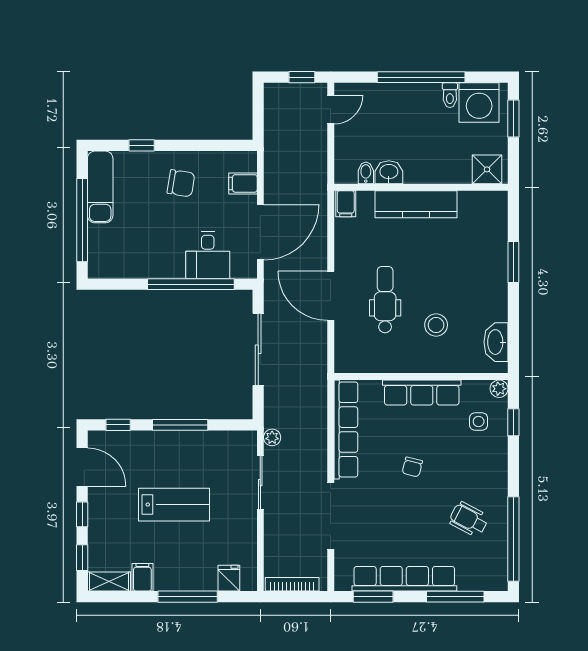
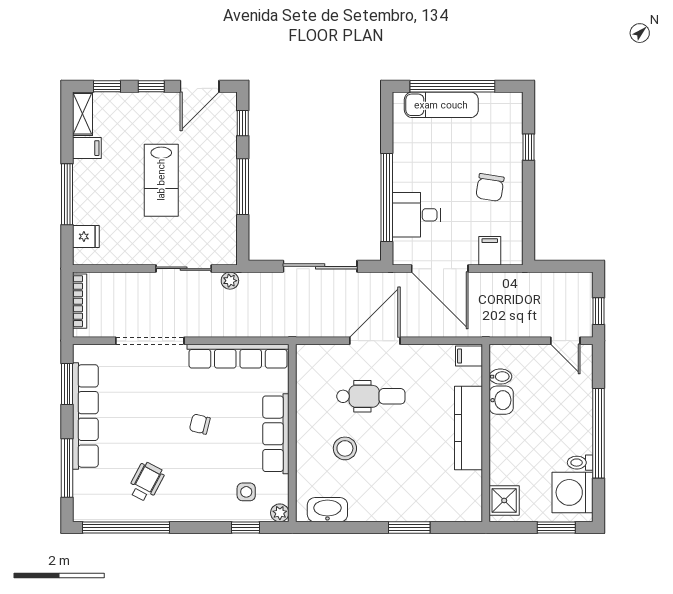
exam couch: (100, 187) -> (441, 105), moved

